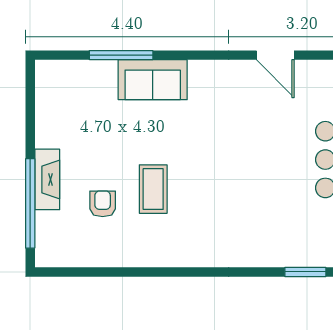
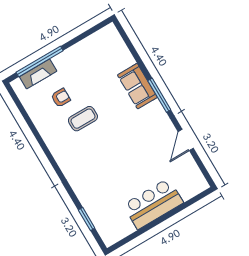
window: (121, 55) -> (159, 95), moved
fireplace: (47, 179) -> (38, 74), moved

